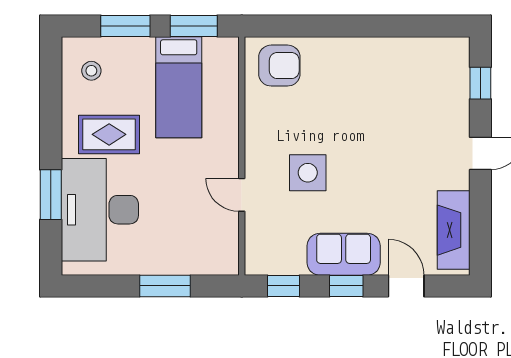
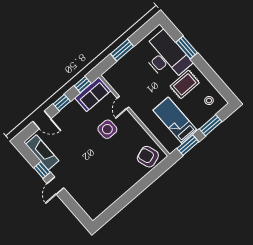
armchair: (279, 66) -> (148, 157), turned 71
window: (480, 83) -> (42, 170), moved
door: (242, 195) -> (123, 103), swing flipped
sofa: (344, 254) -> (93, 94), moved

